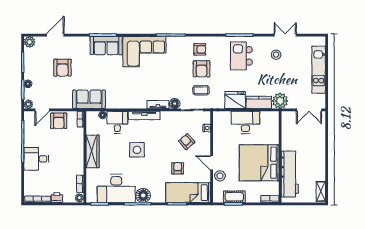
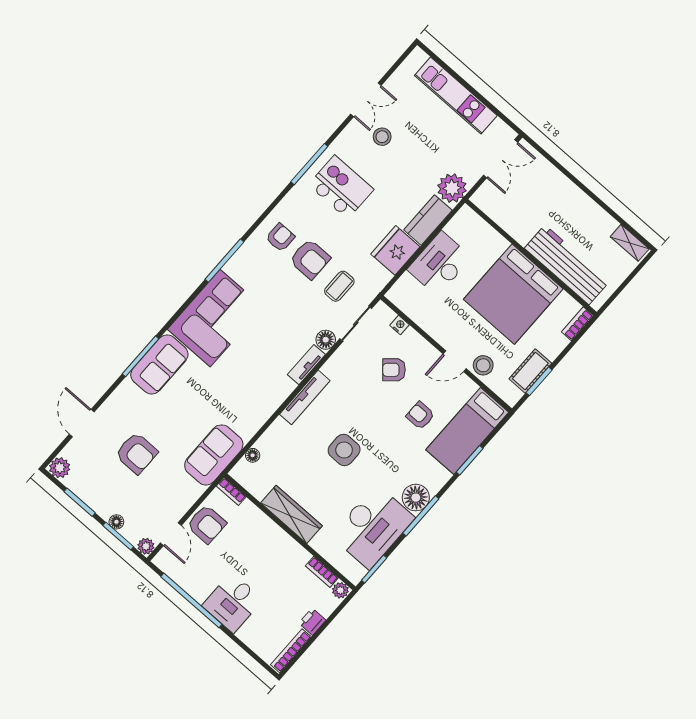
double door: (285, 35) -> (366, 100), swing flipped
kitchen island: (241, 56) -> (341, 187), turned 180
desk: (117, 122) -> (281, 443), removed

